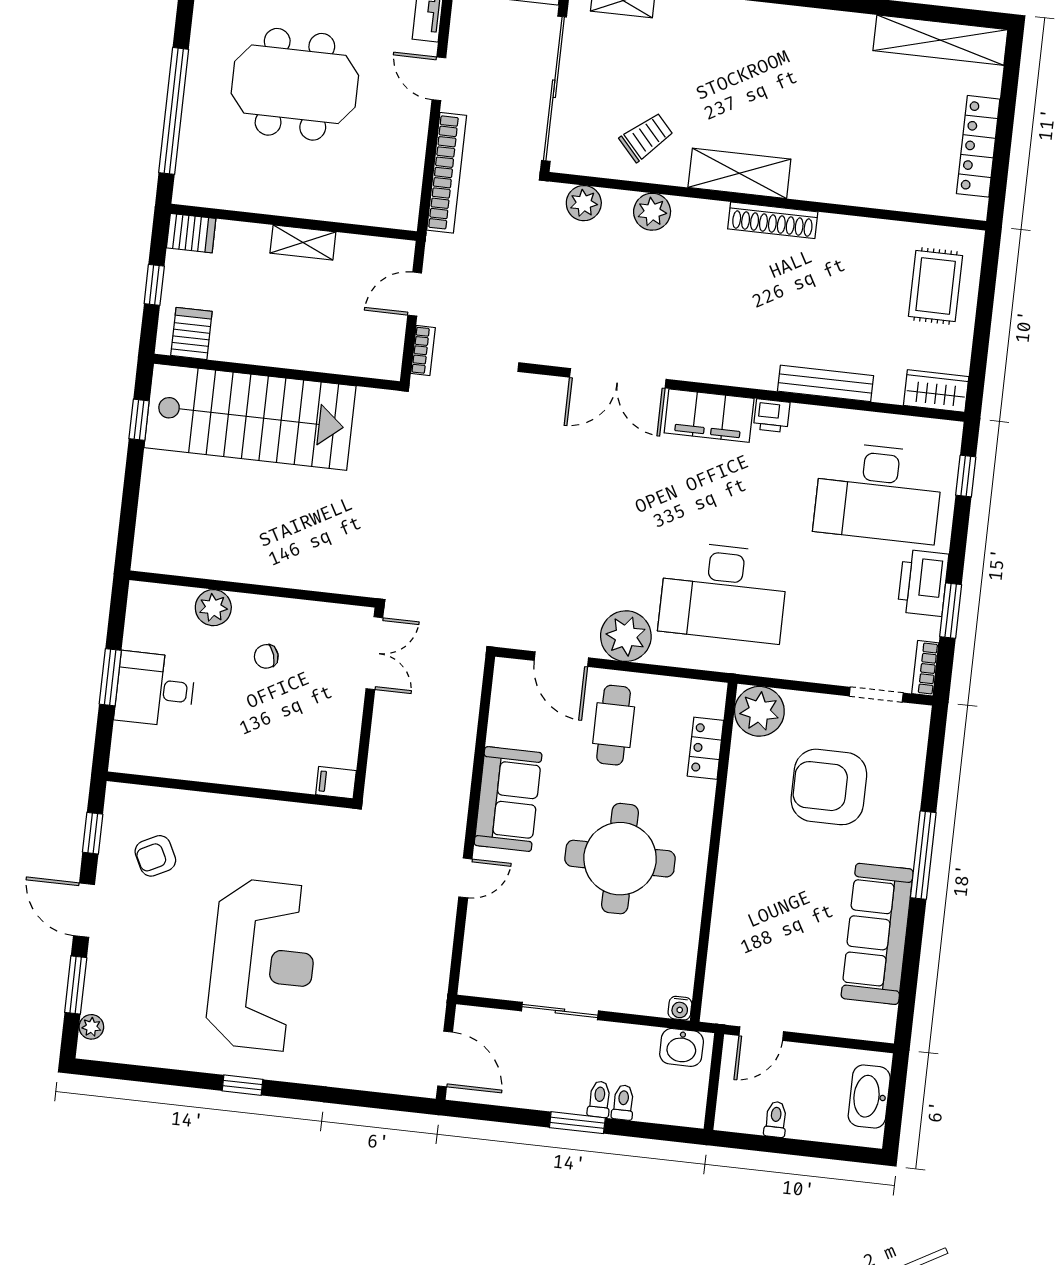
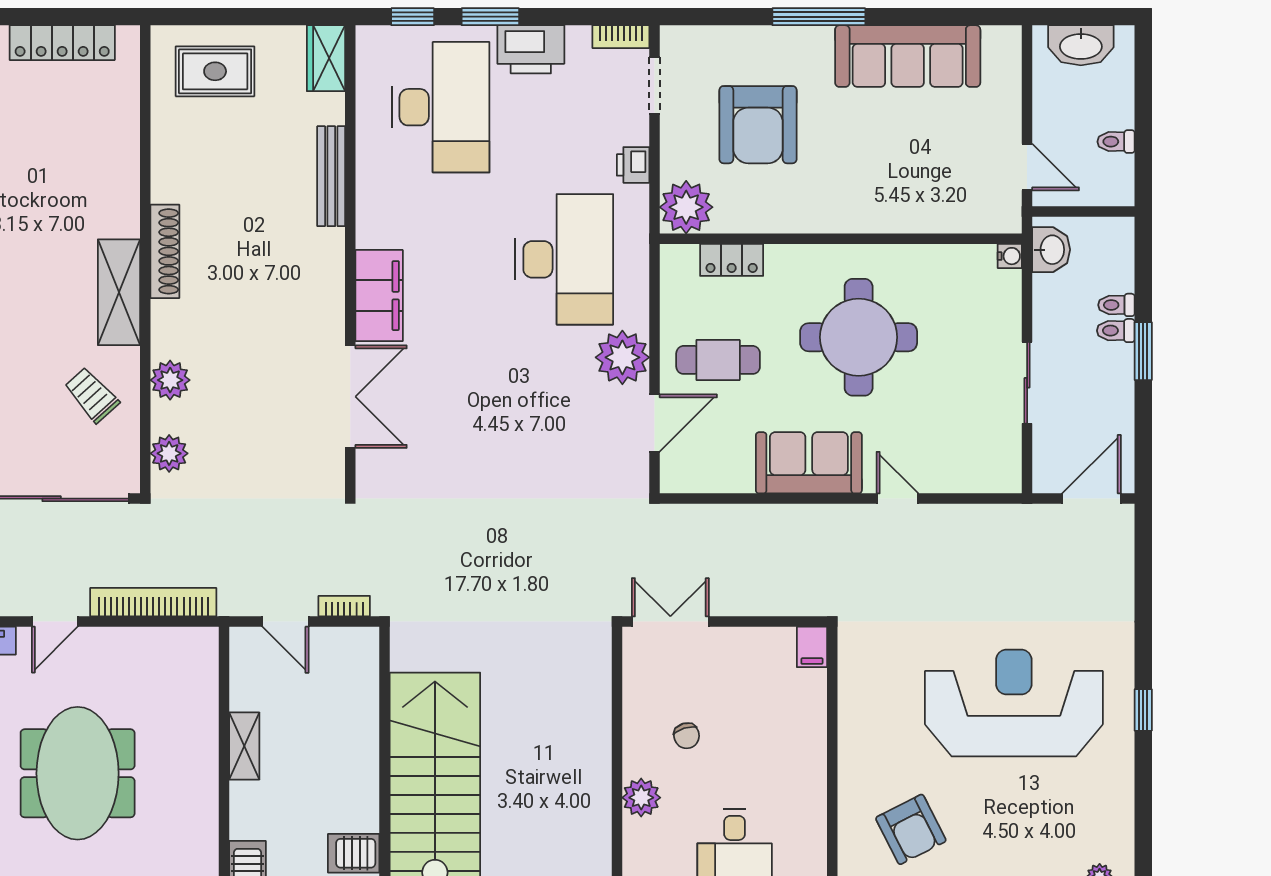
printer: (772, 416) -> (633, 165), moved, turned 180
window: (951, 611) -> (490, 17), moved
armchair: (155, 856) -> (911, 829), width x1.38, depth x1.38

